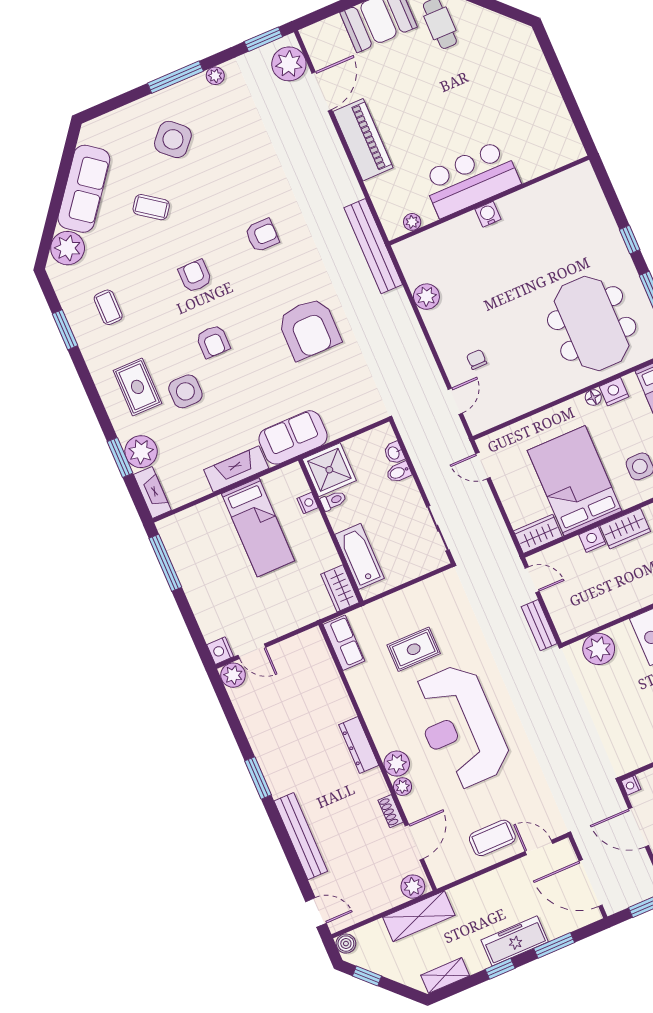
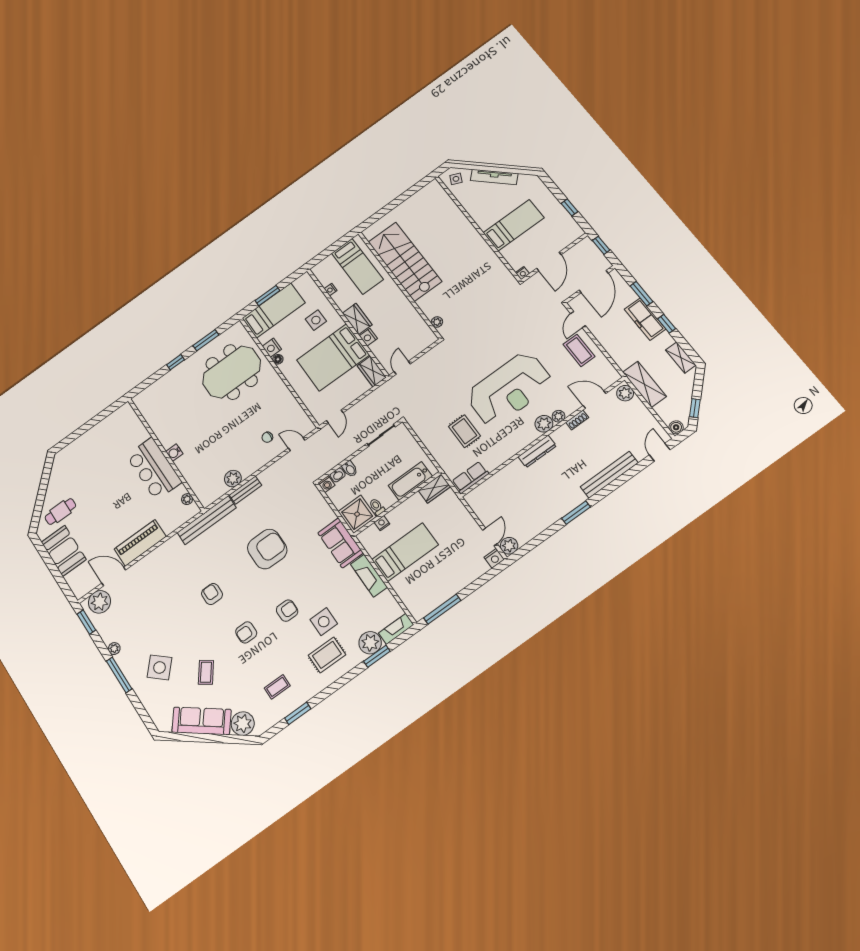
washing machine: (384, 434) -> (326, 484), added
bench: (539, 625) -> (245, 490), moved
plant: (599, 649) -> (437, 322), width x0.53, depth x0.53

